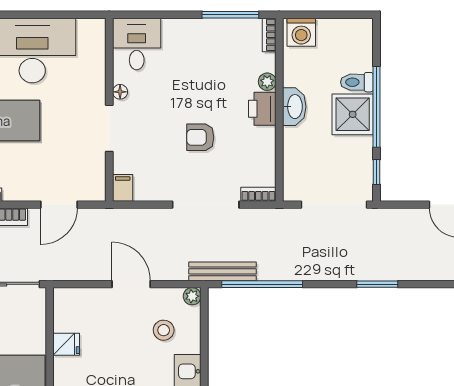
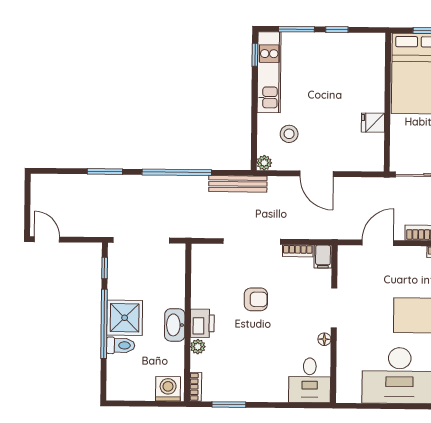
window: (230, 15) -> (229, 405), width x0.69
bookcase: (258, 194) -> (298, 251), moved
window: (262, 284) -> (177, 172), moved

